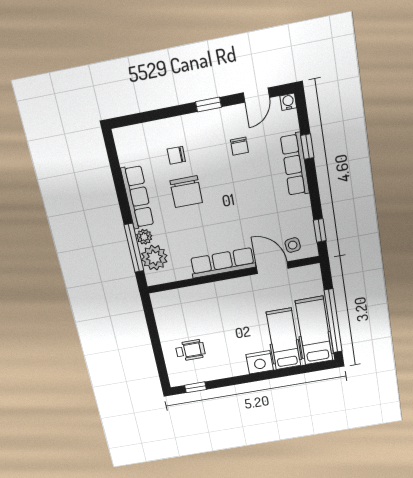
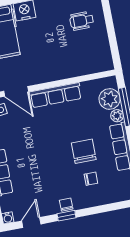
chair: (239, 146) -> (66, 205), moved

